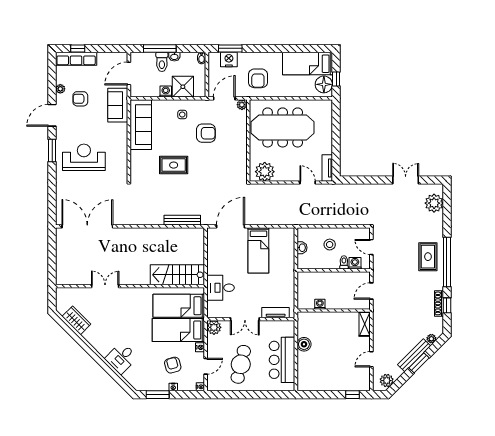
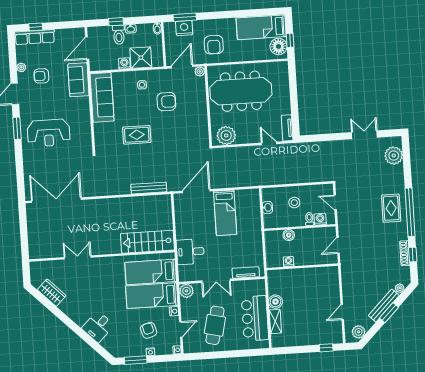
window: (160, 48) -> (116, 22), width x0.46
reception desk: (84, 157) -> (49, 133), turned 180
boiler: (322, 277) -> (289, 235), added
shelving: (365, 324) -> (275, 321), moved

